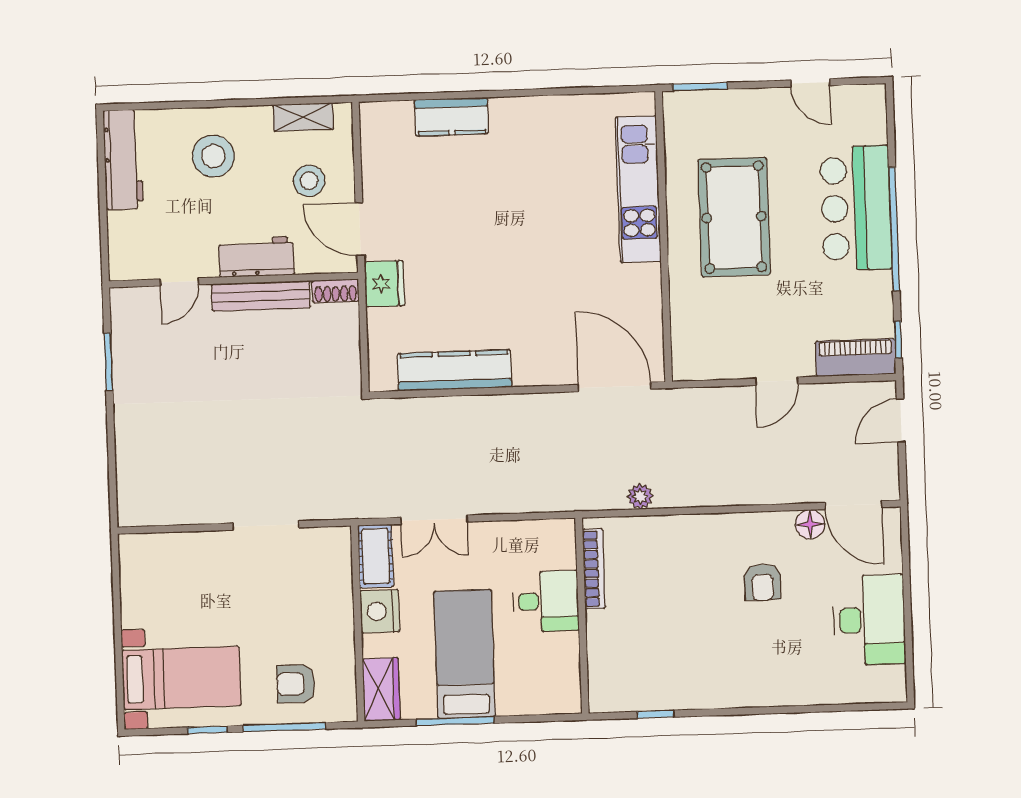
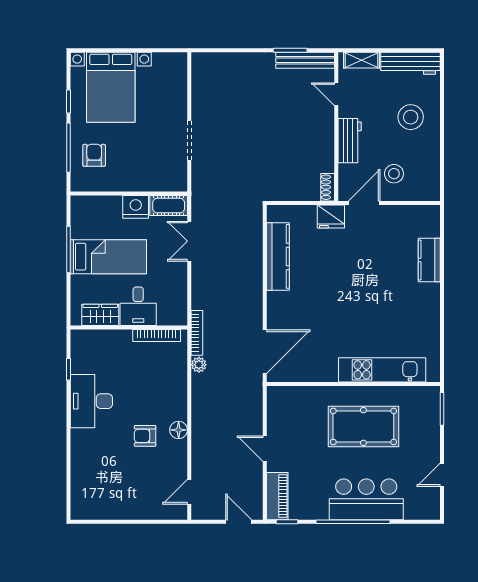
shelving: (303, 117) -> (362, 60), moved, turned 90
bench: (261, 296) -> (305, 60), moved, turned 90
bookcase: (587, 501) -> (197, 333), added
door: (853, 505) -> (189, 492), width x0.73
floor lamp: (810, 524) -> (179, 430), moved
desk: (869, 620) -> (91, 401), moved, turned 90
bed with nightstands: (181, 678) -> (111, 87), width x1.36
wardrobe: (381, 689) -> (100, 315), moved, turned 180

